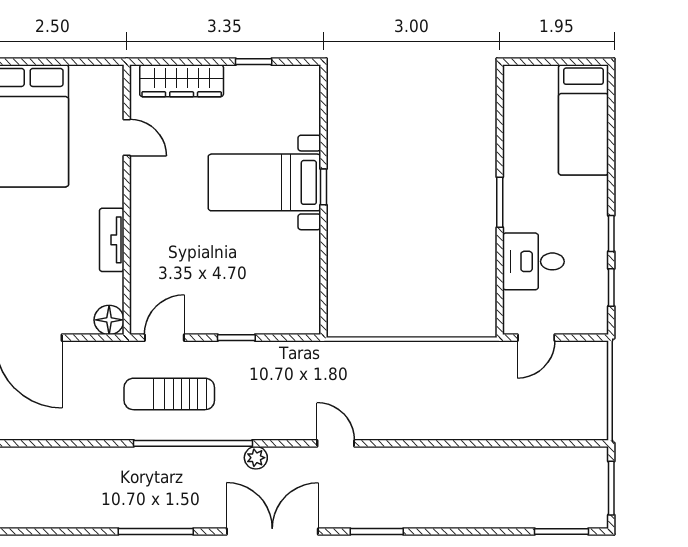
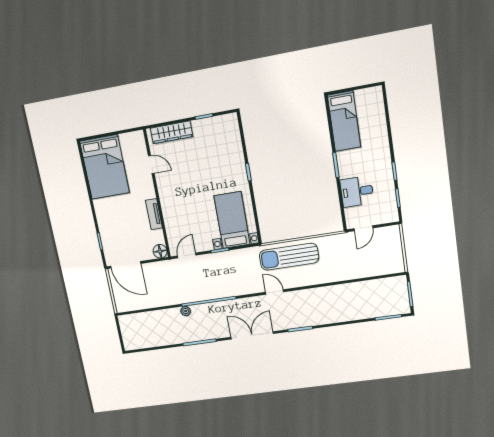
bed: (583, 120) -> (344, 121), moved
bed with nightstands: (264, 182) -> (232, 220), moved, turned 90
sun lounger: (169, 394) -> (289, 257), moved, width x1.36, depth x1.34
plant: (256, 458) -> (186, 311), moved

